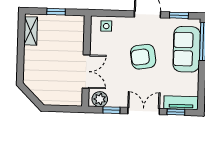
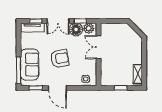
floor lamp: (118, 98) -> (76, 30), added

